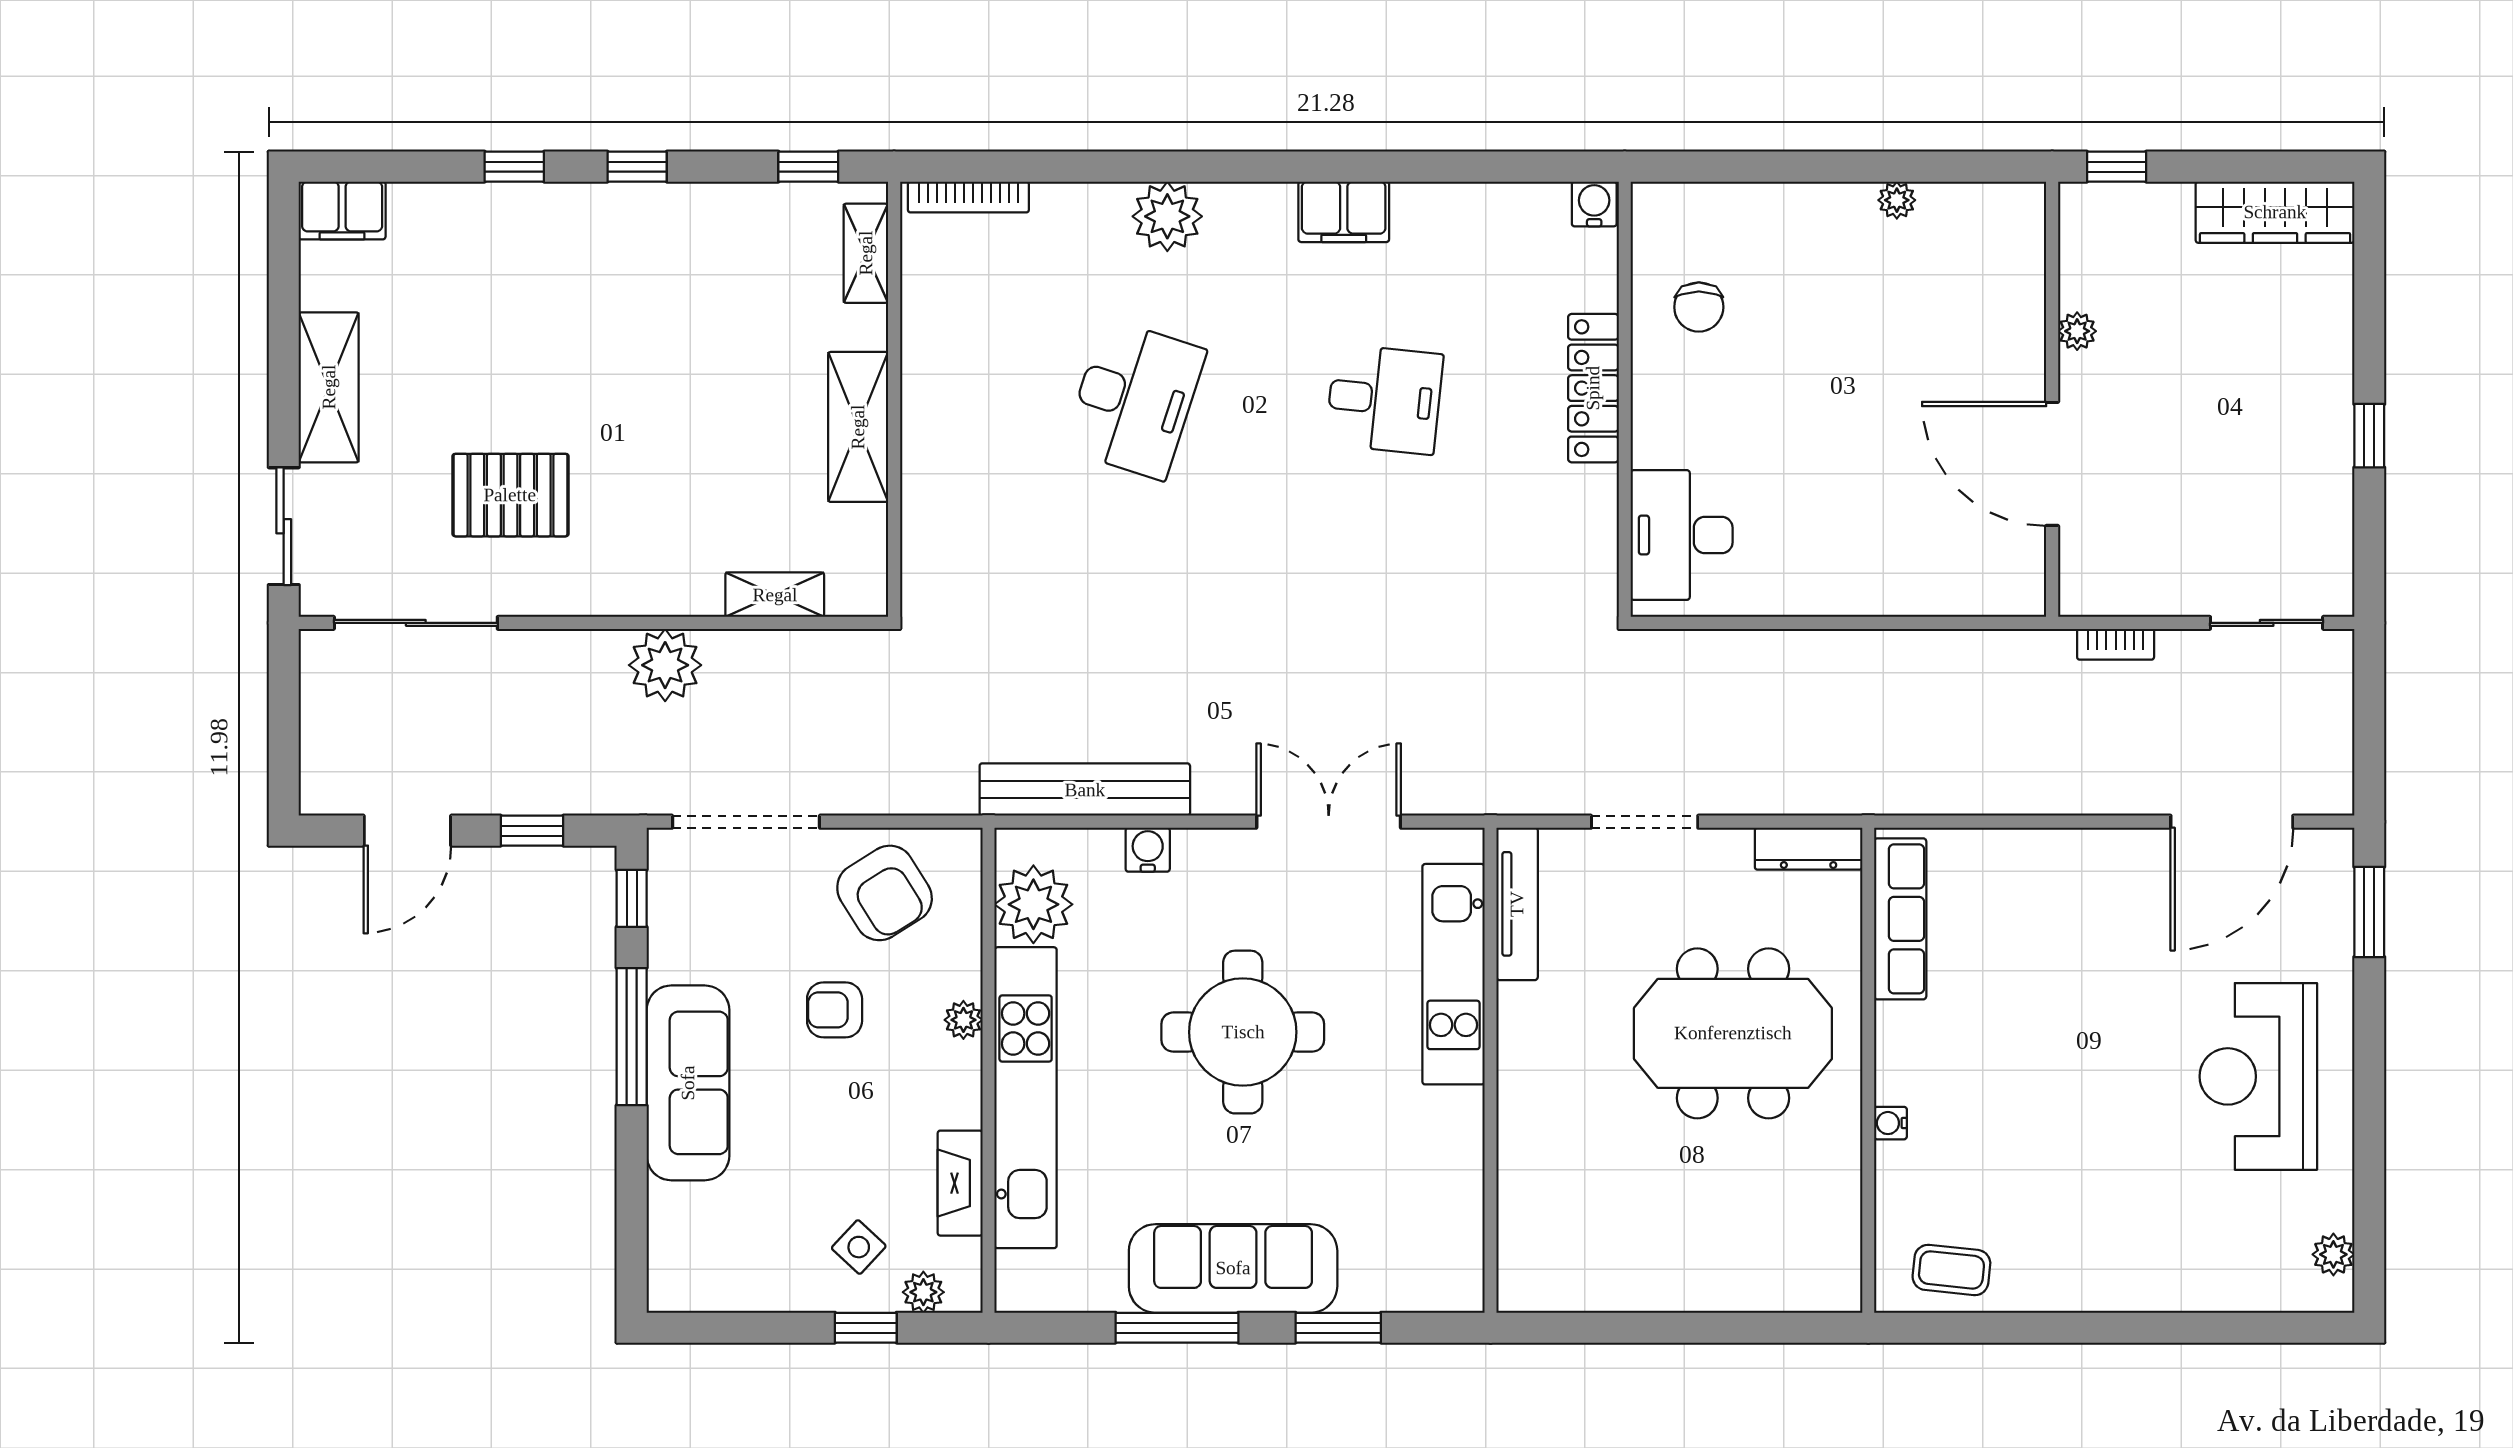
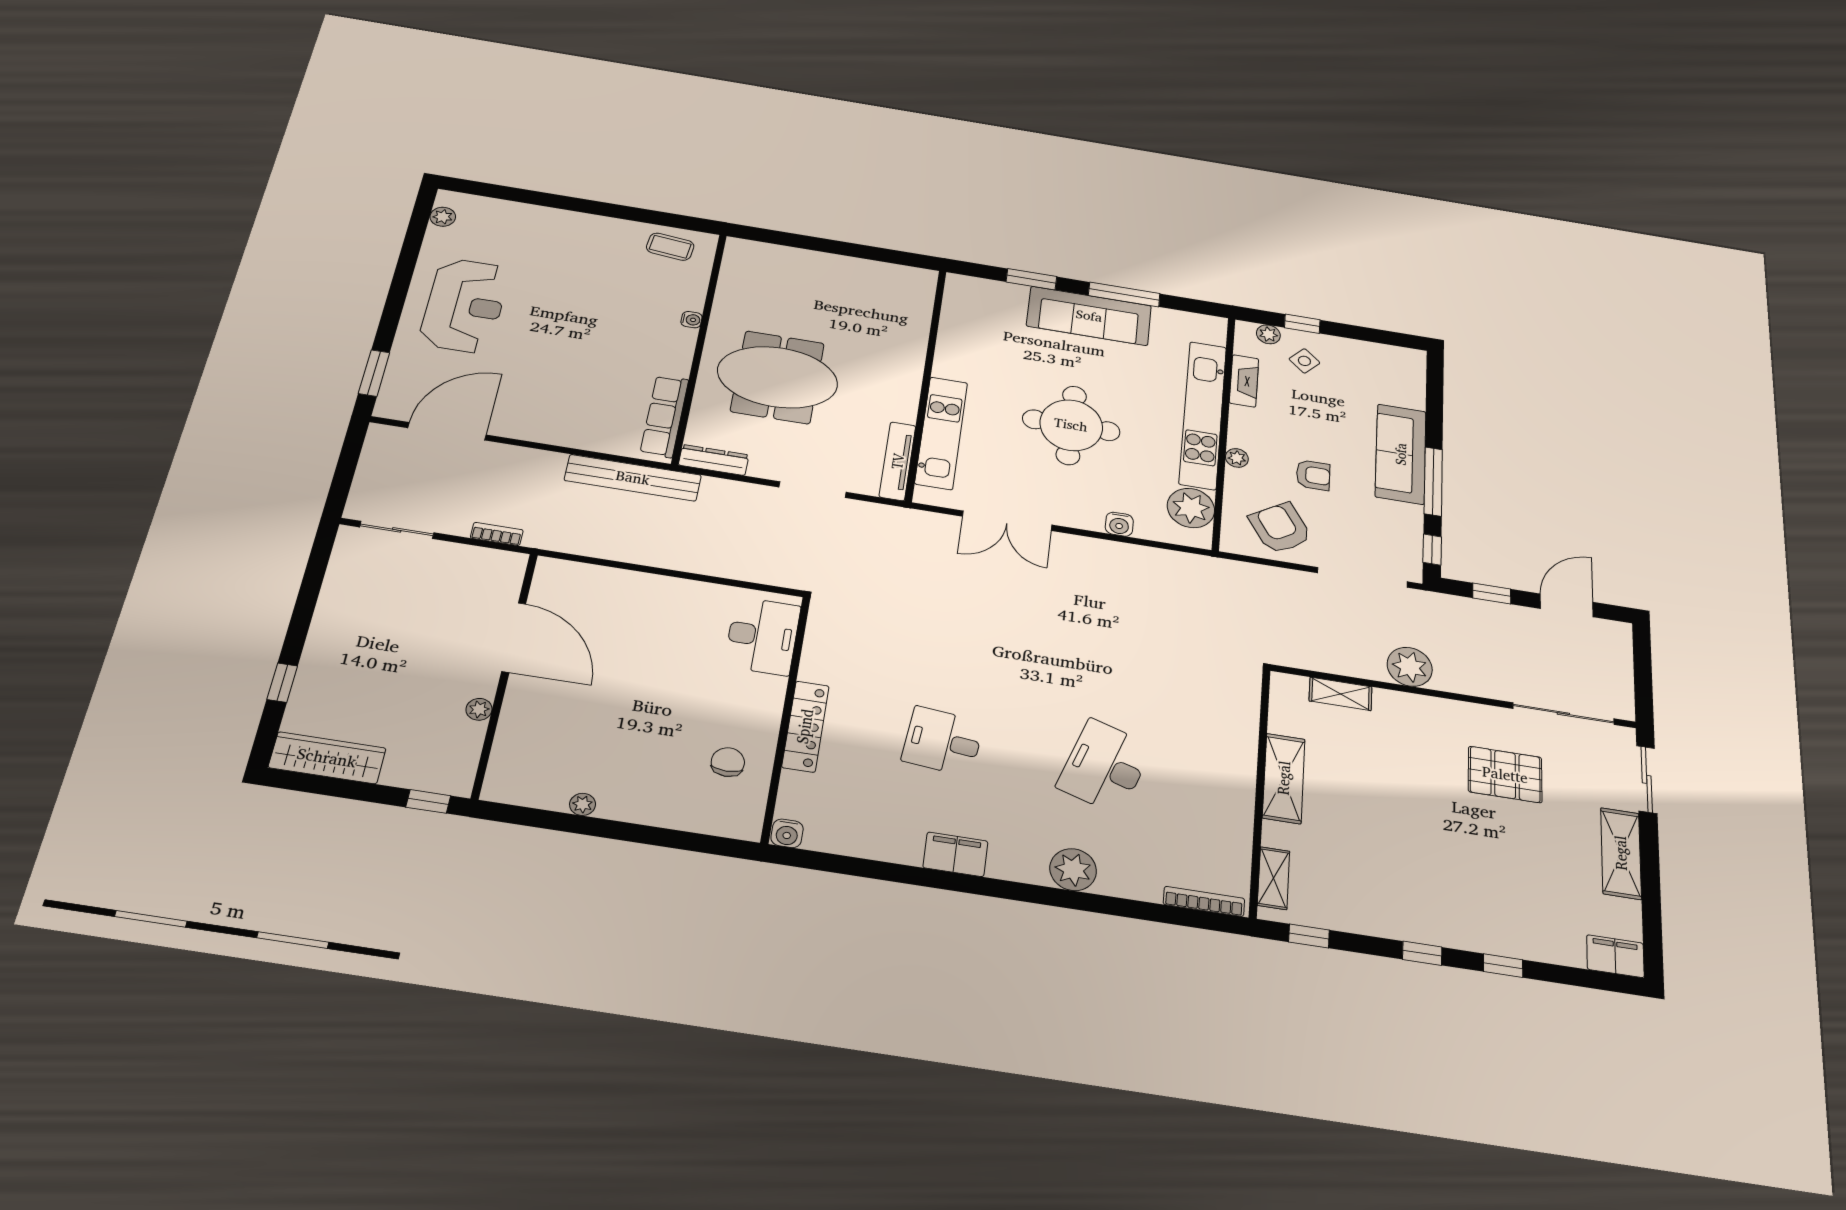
window: (2369, 436) -> (282, 683), moved
bench: (1085, 790) -> (633, 478), moved

